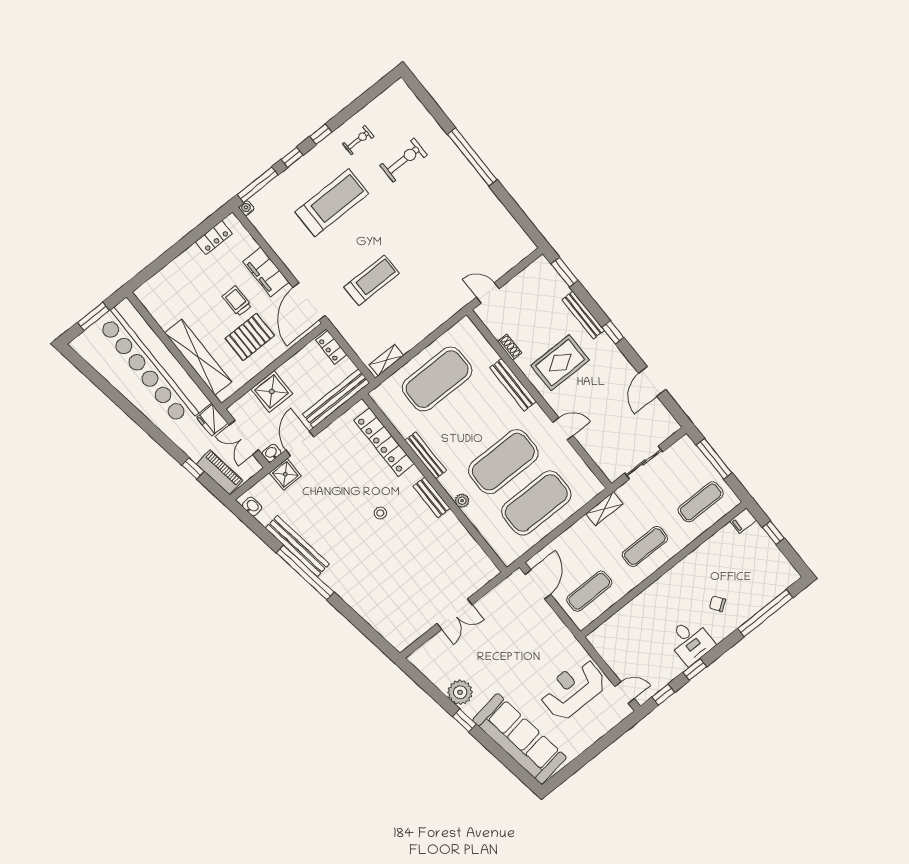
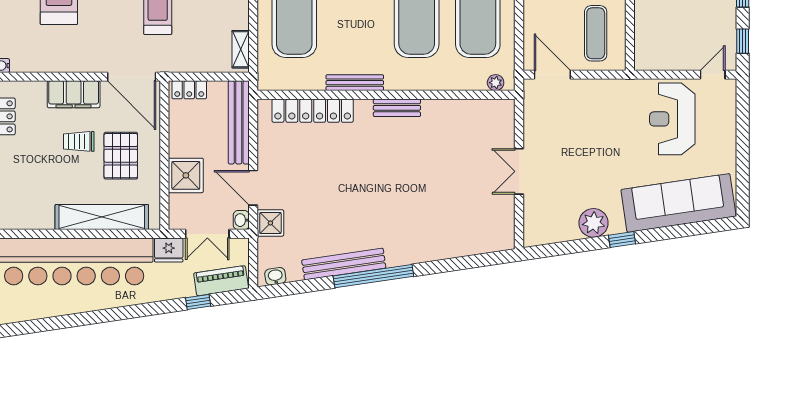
plant: (462, 501) -> (496, 83), moved
stool: (380, 513) -> (374, 165), removed
double door: (455, 614) -> (519, 171), swing flipped

